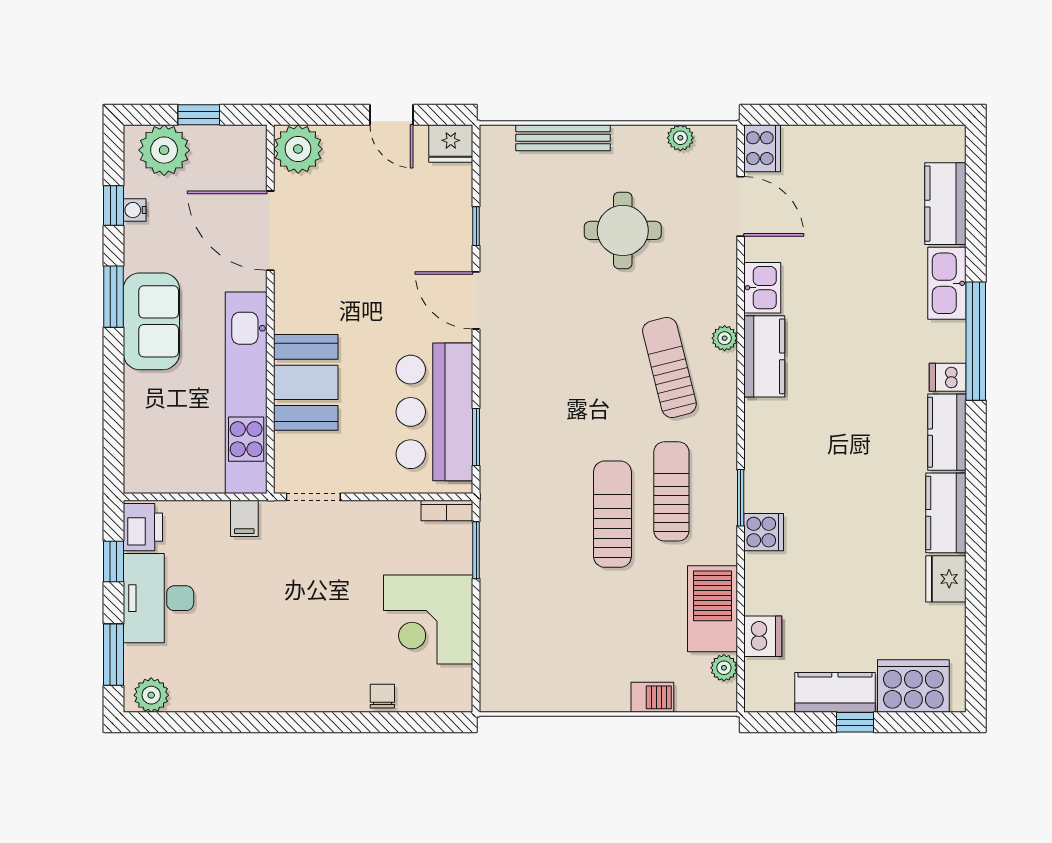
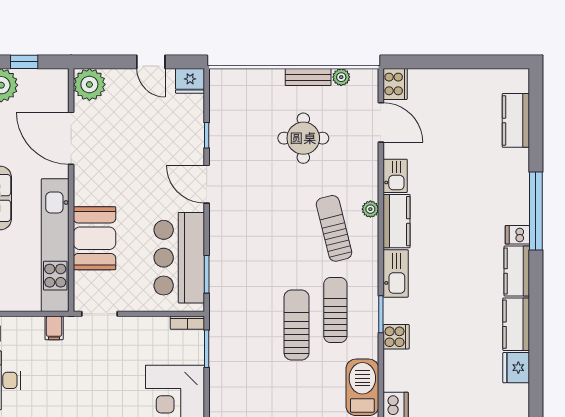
bench: (563, 138) -> (308, 77), moved, width x0.73
kitchen sink: (947, 283) -> (396, 273), moved, turned 180

